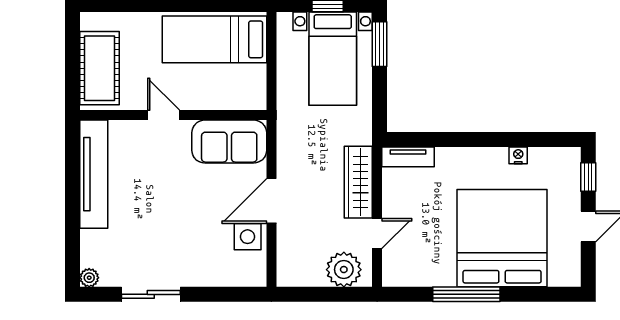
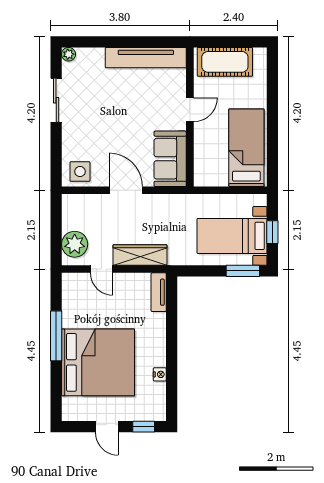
side table: (248, 237) -> (80, 172), moved

